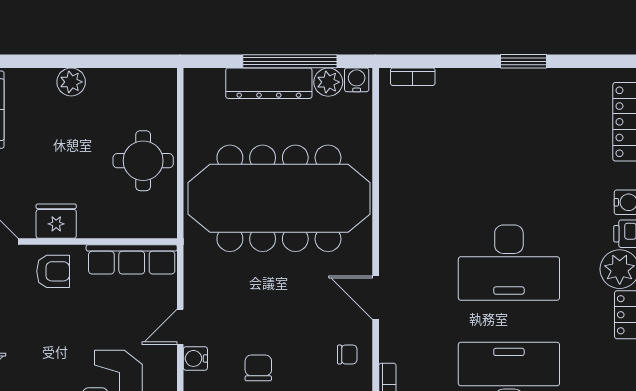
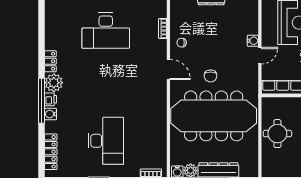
desk: (509, 263) -> (106, 141), moved, turned 90
chair: (258, 368) -> (211, 76), moved

